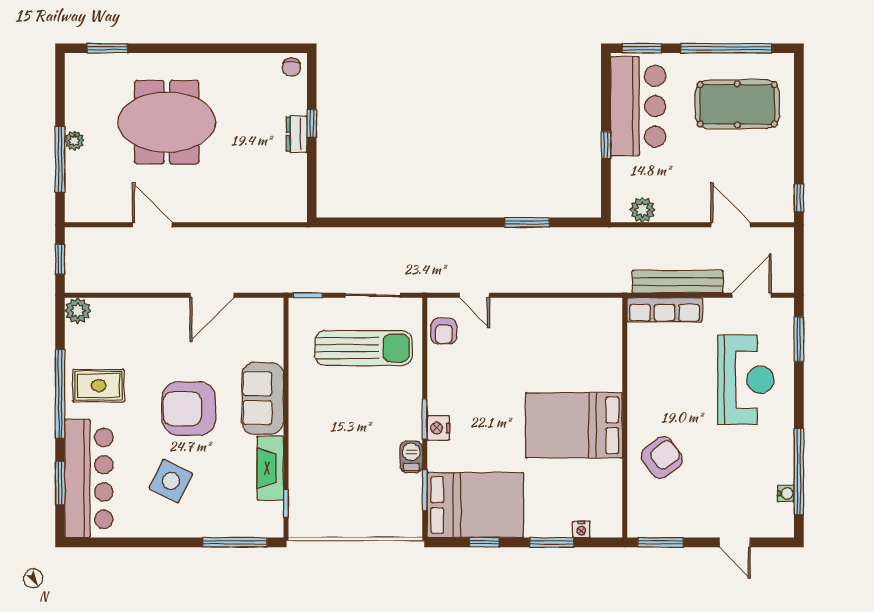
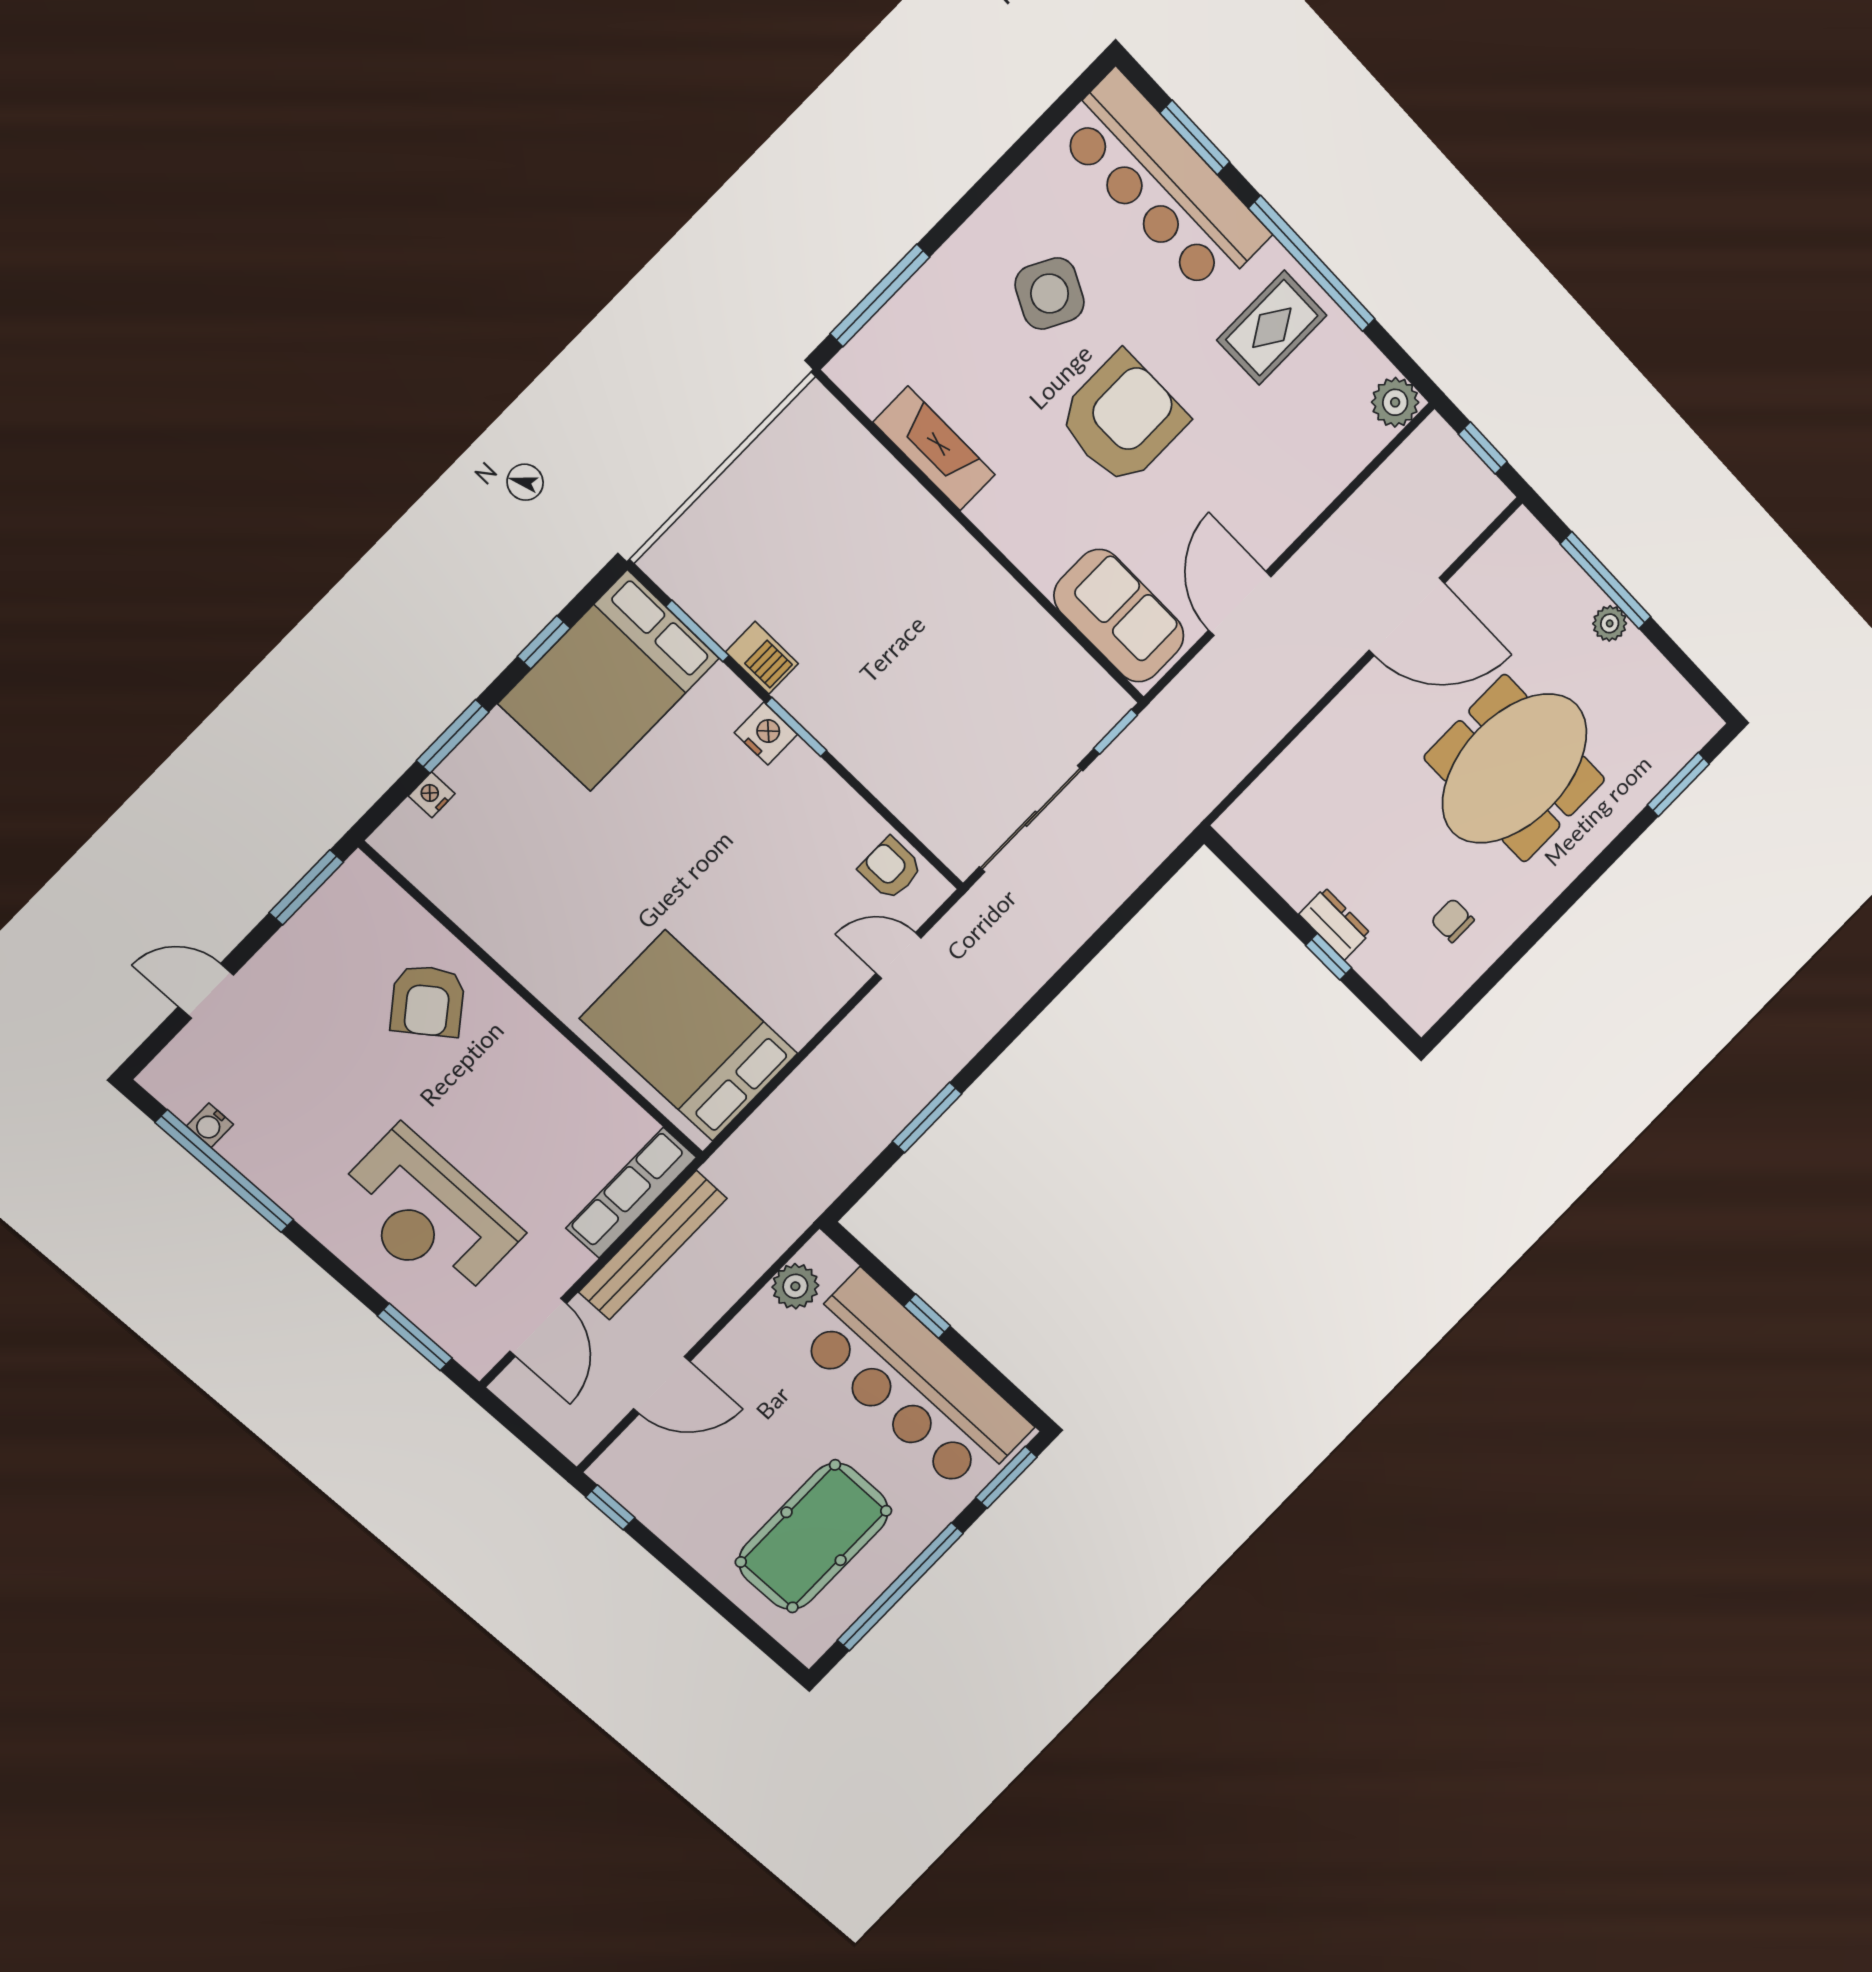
chair: (291, 67) -> (1453, 920), moved
bar counter: (638, 106) -> (913, 1383), width x1.36
door: (152, 225) -> (1407, 617), width x1.36
sliding door: (372, 295) -> (1031, 819), width x1.37
sun lounger: (364, 348) -> (973, 738), removed
sofa: (263, 398) -> (1119, 616), moved
bed: (574, 425) -> (689, 1036), moved, turned -90
window: (286, 503) -> (865, 421), removed

